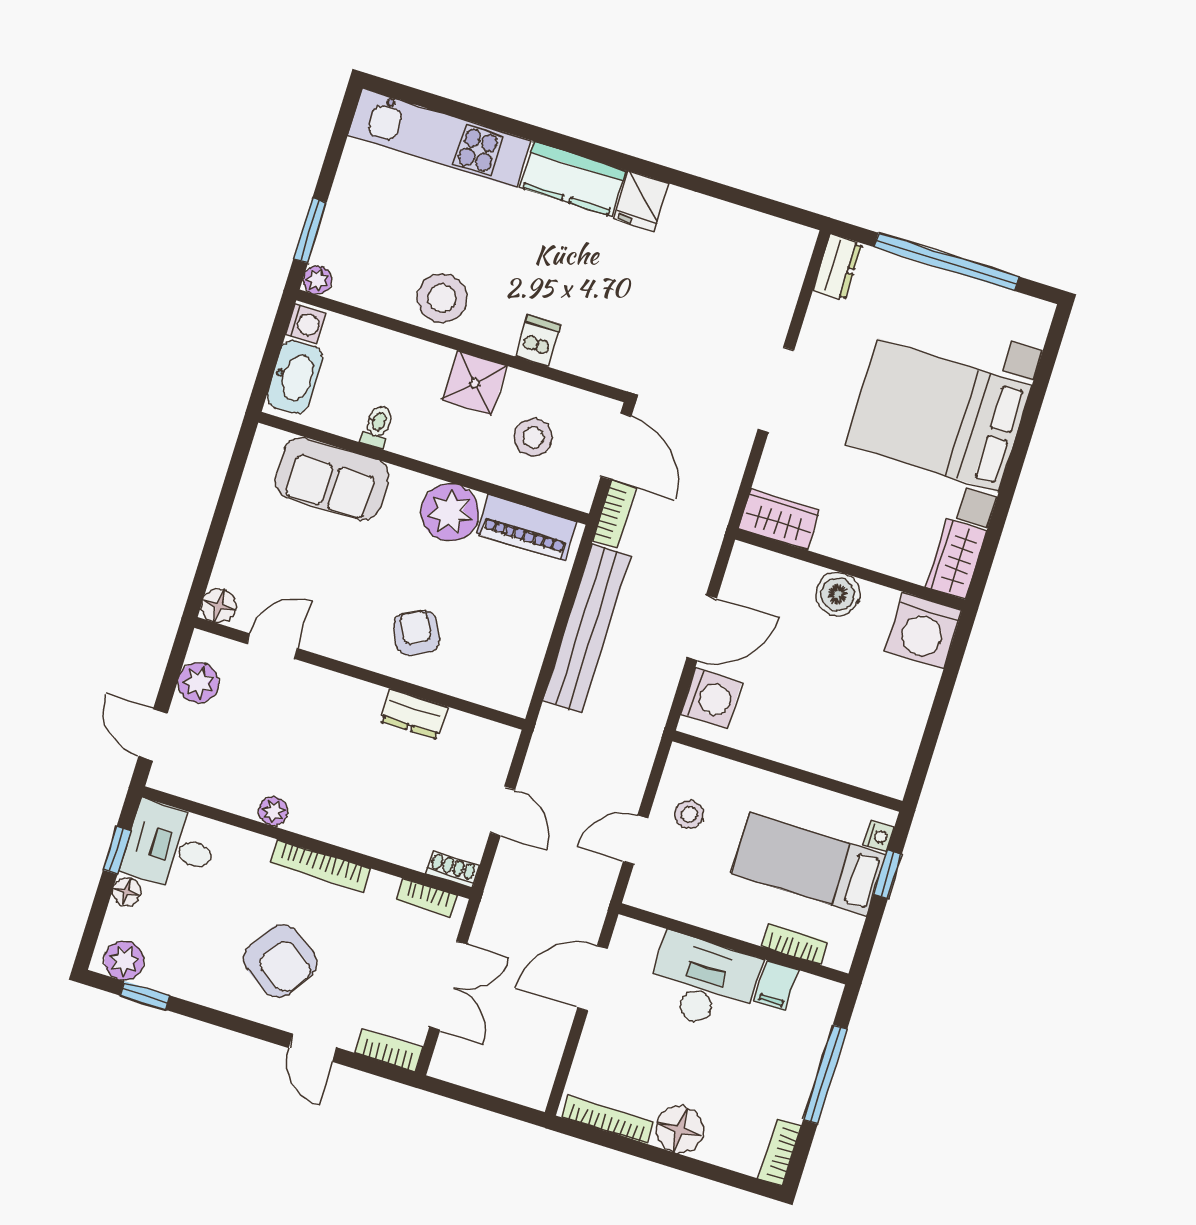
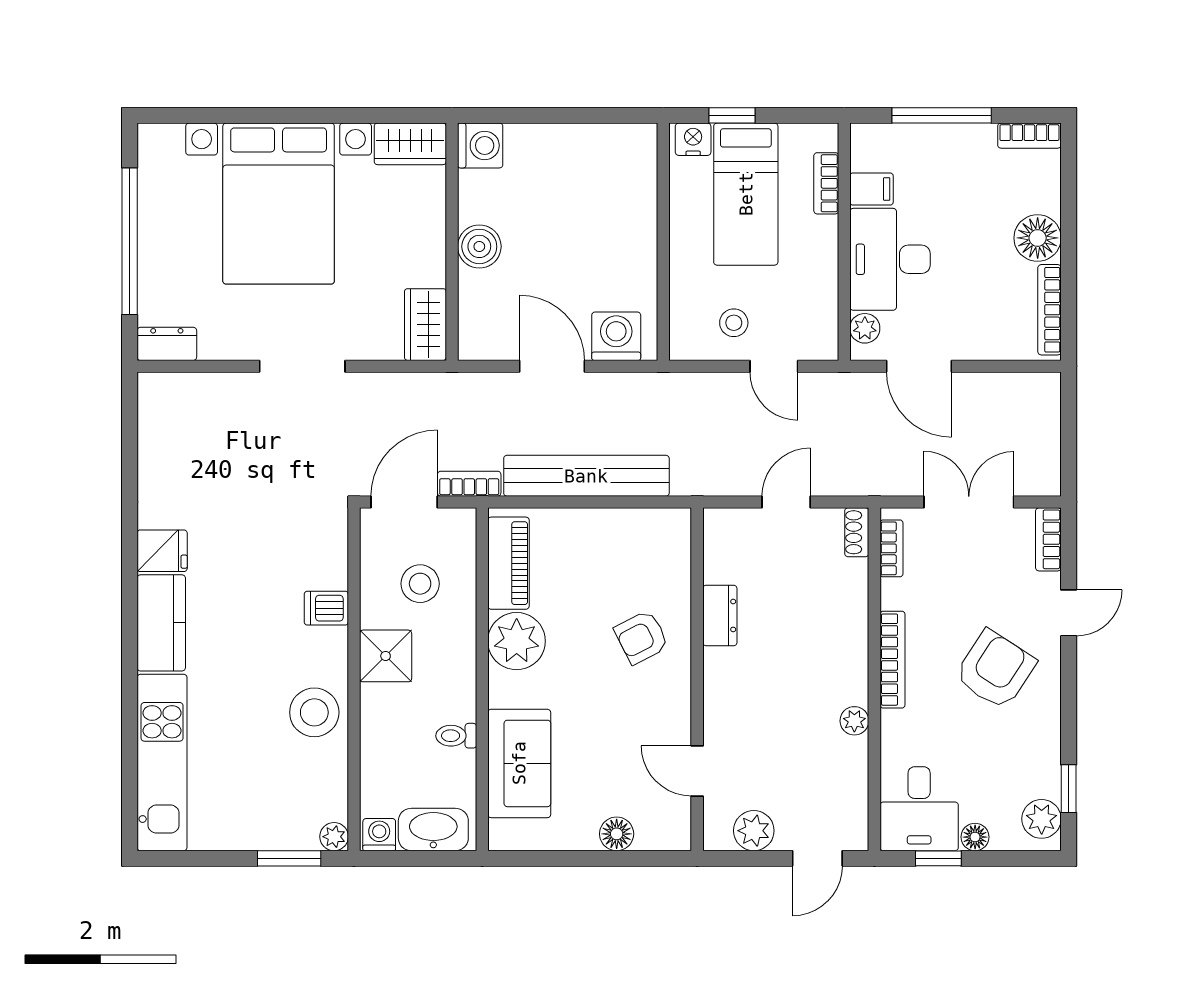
floor lamp: (219, 606) -> (617, 834), moved
washing machine: (923, 631) -> (480, 145), width x0.73, depth x0.73
nightstand: (879, 836) -> (693, 139), width x1.39, depth x1.35
plant: (645, 938) -> (865, 328), added

